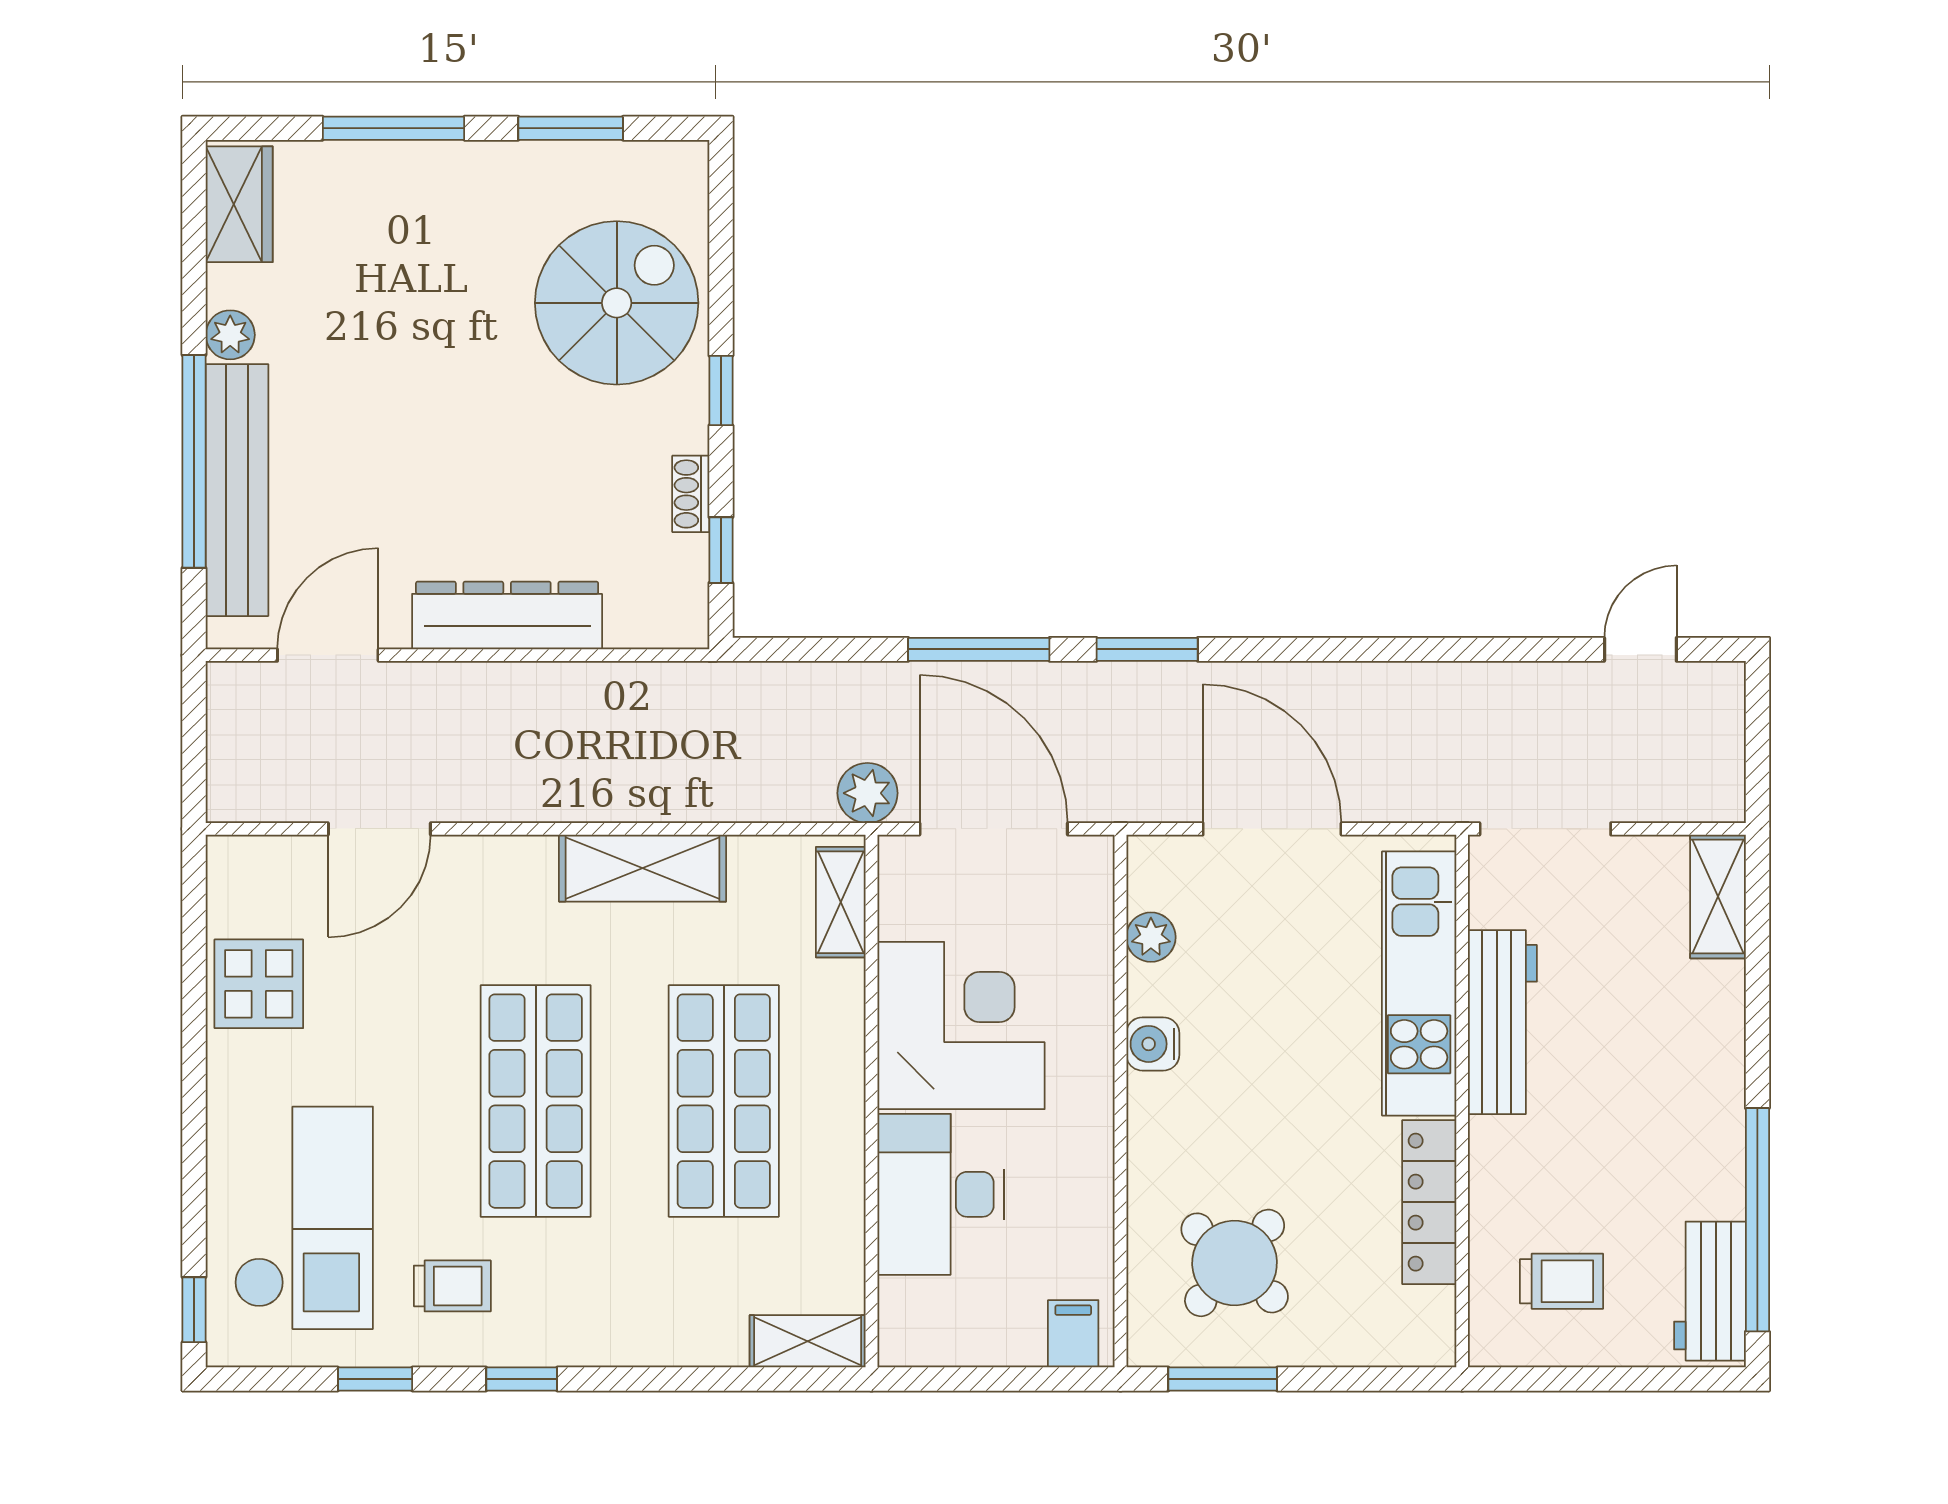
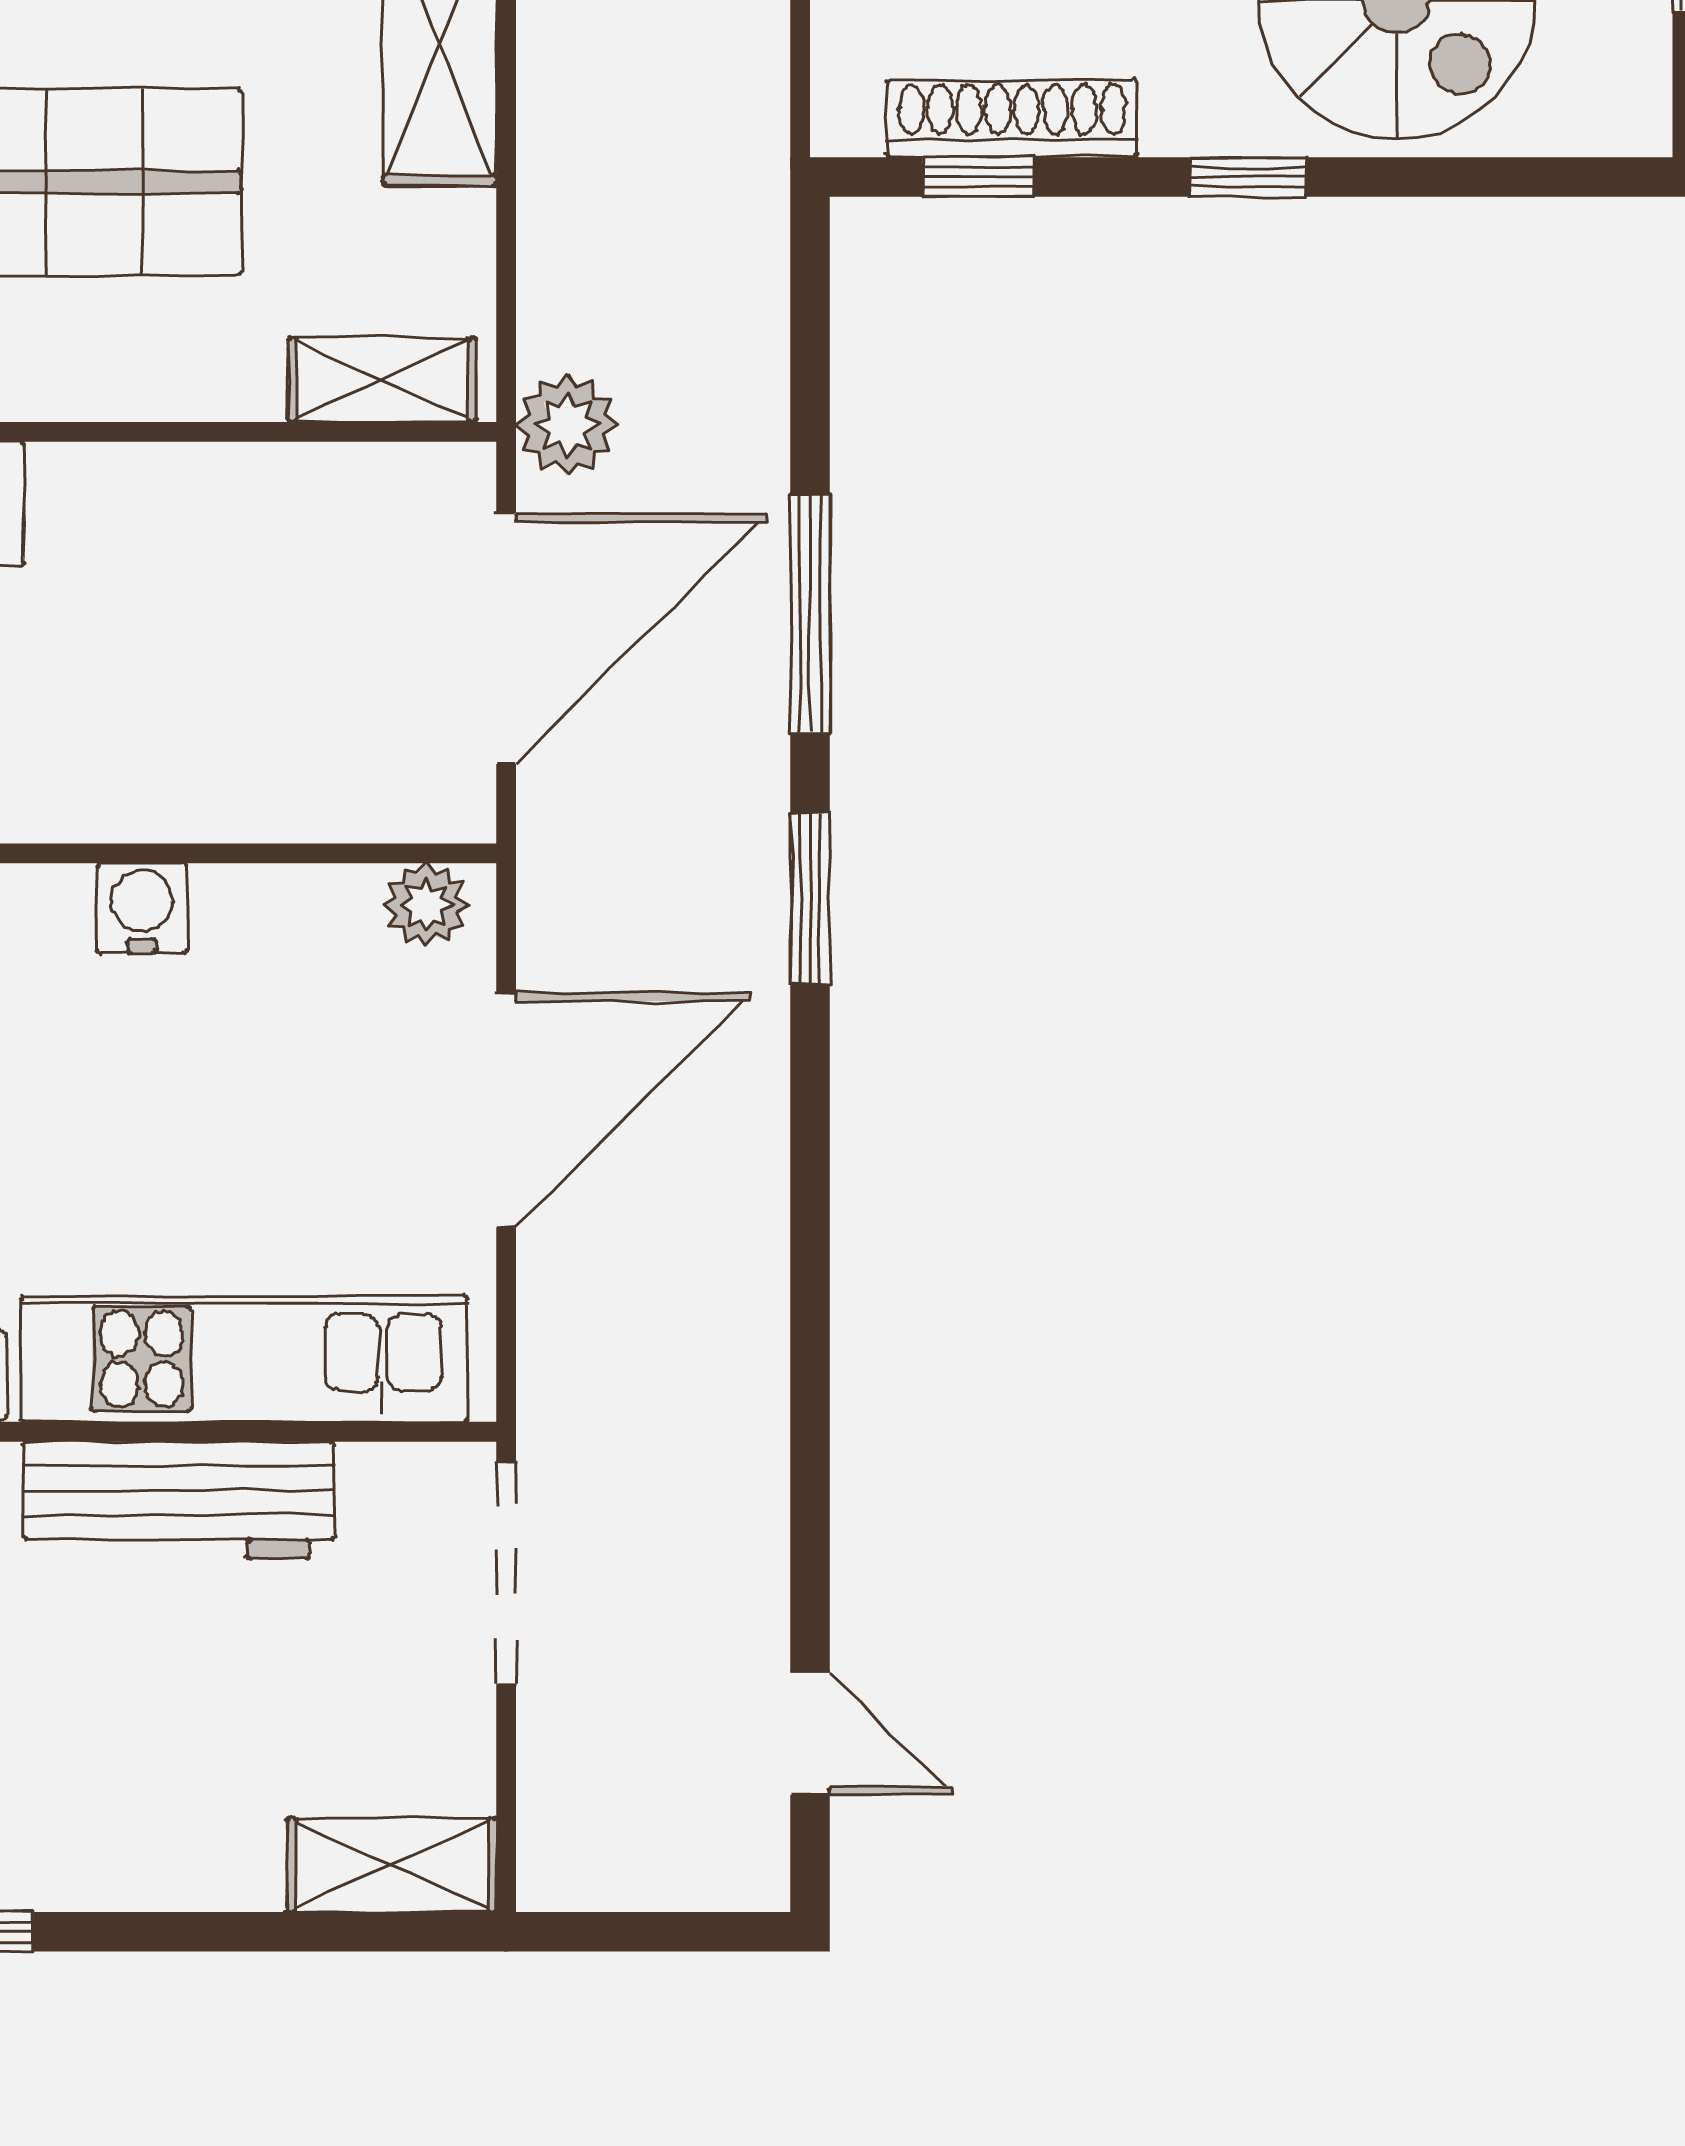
shoe rack: (691, 494) -> (1012, 119), width x1.94, depth x1.24
plant: (1151, 937) -> (426, 905), moved
corner desk: (961, 1025) -> (173, 583), removed

